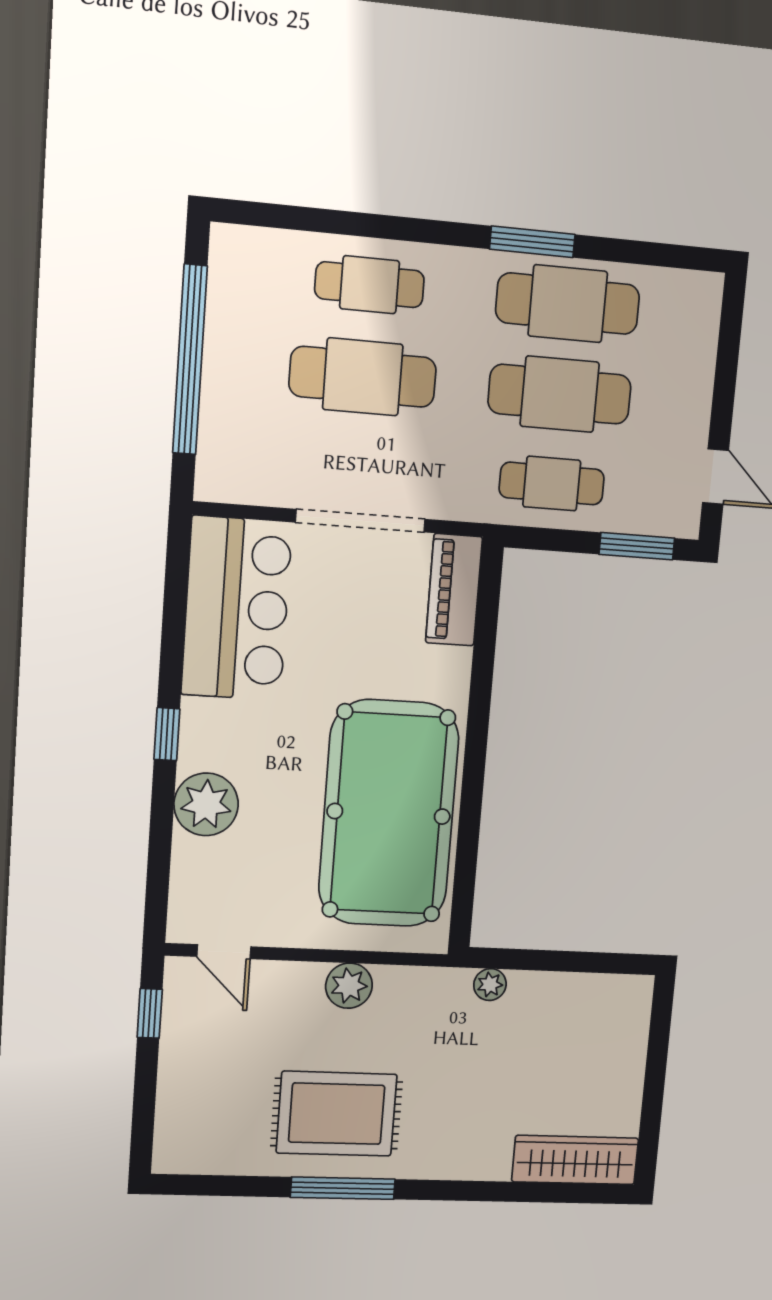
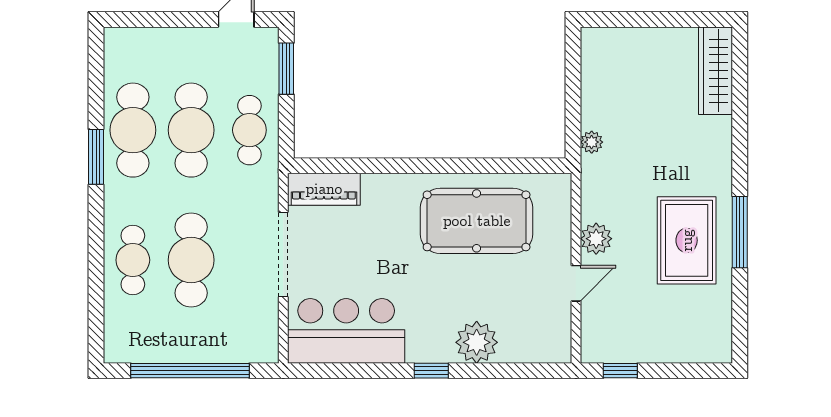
pool table: (389, 814) -> (477, 221), width x0.73, depth x0.76
door: (224, 952) -> (576, 283), moved

